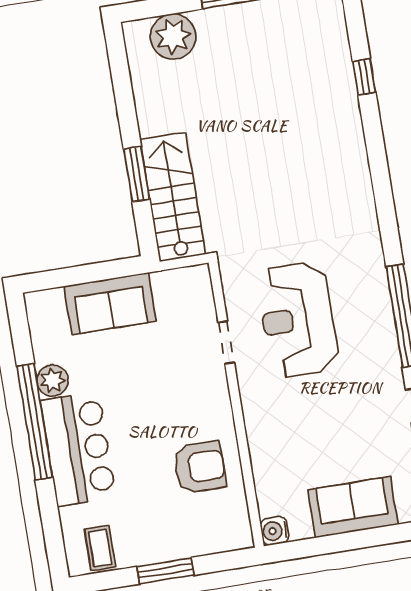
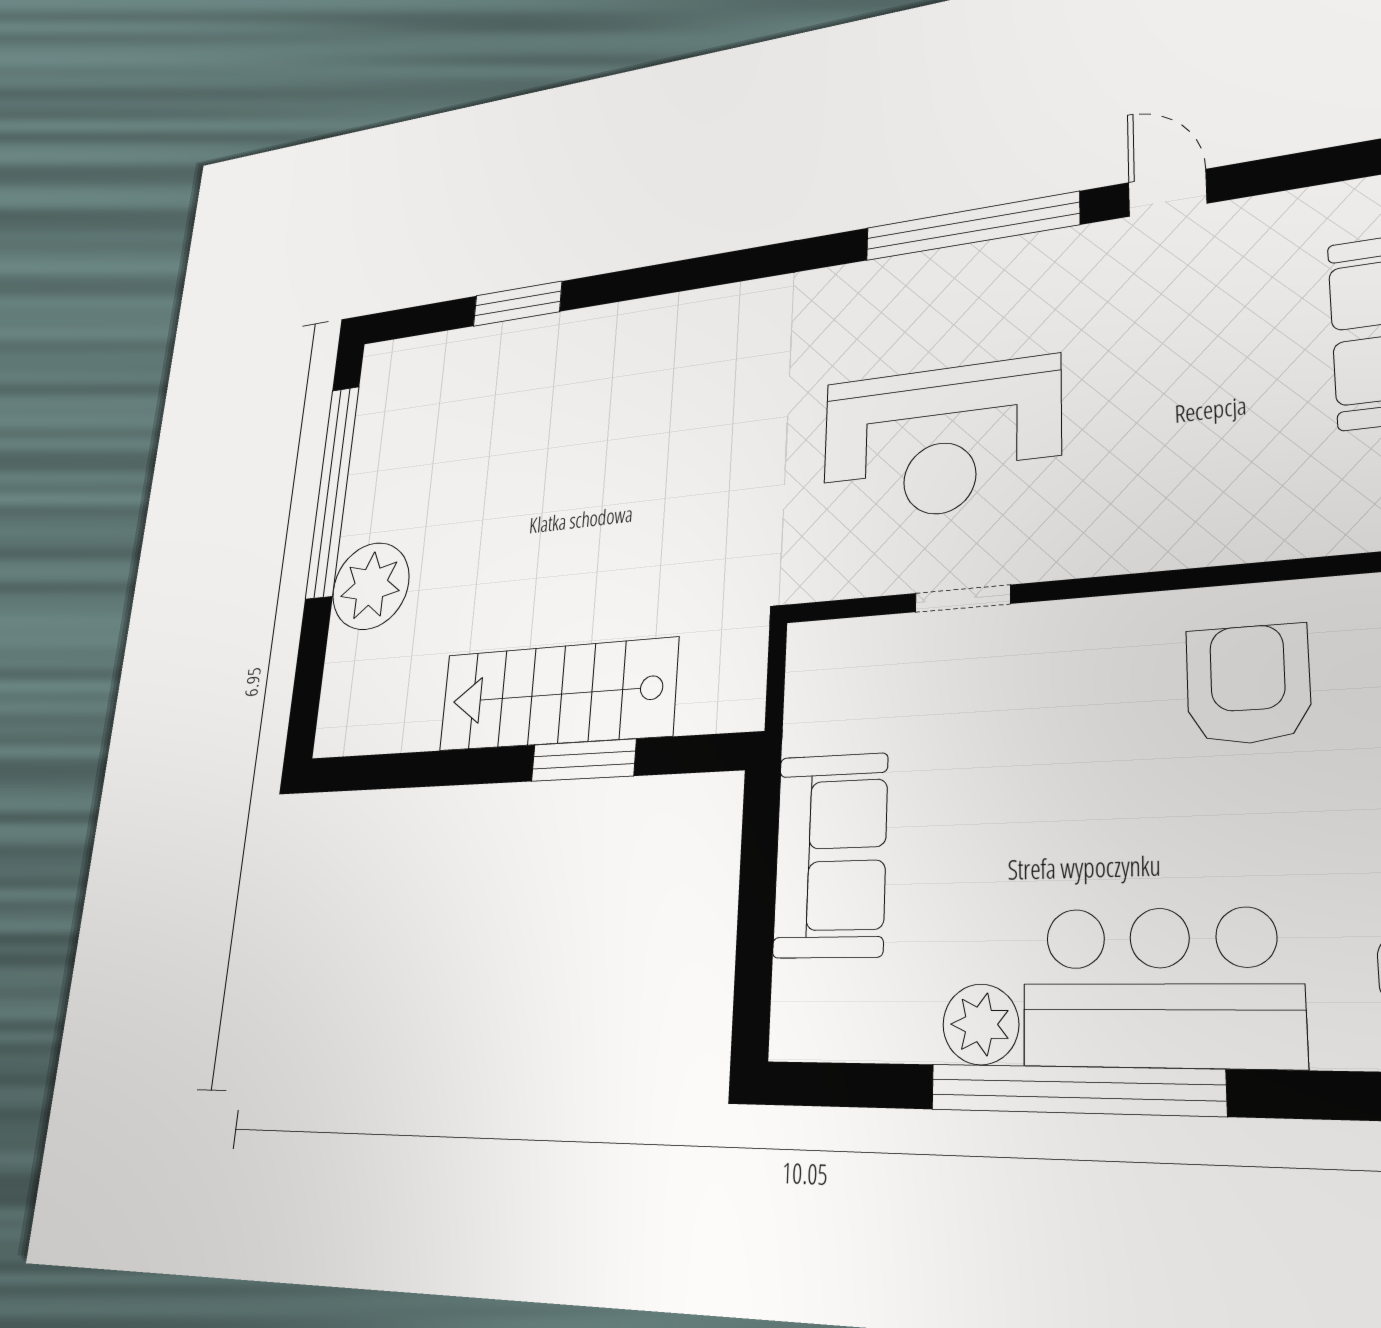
plant: (173, 36) -> (371, 586), moved
window: (364, 77) -> (517, 304), width x1.50
stairs: (173, 197) -> (557, 695), moved

